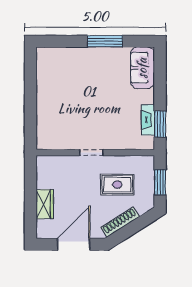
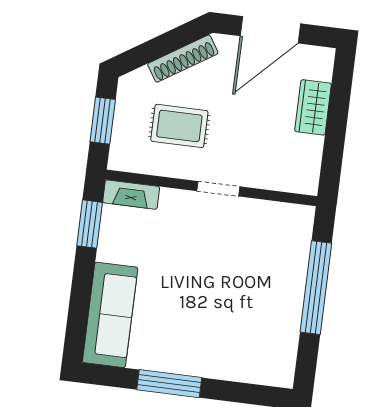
sofa: (142, 68) -> (110, 315), width x1.36
window: (30, 105) -> (316, 288), added
fireplace: (148, 120) -> (131, 195), moved, turned 90

